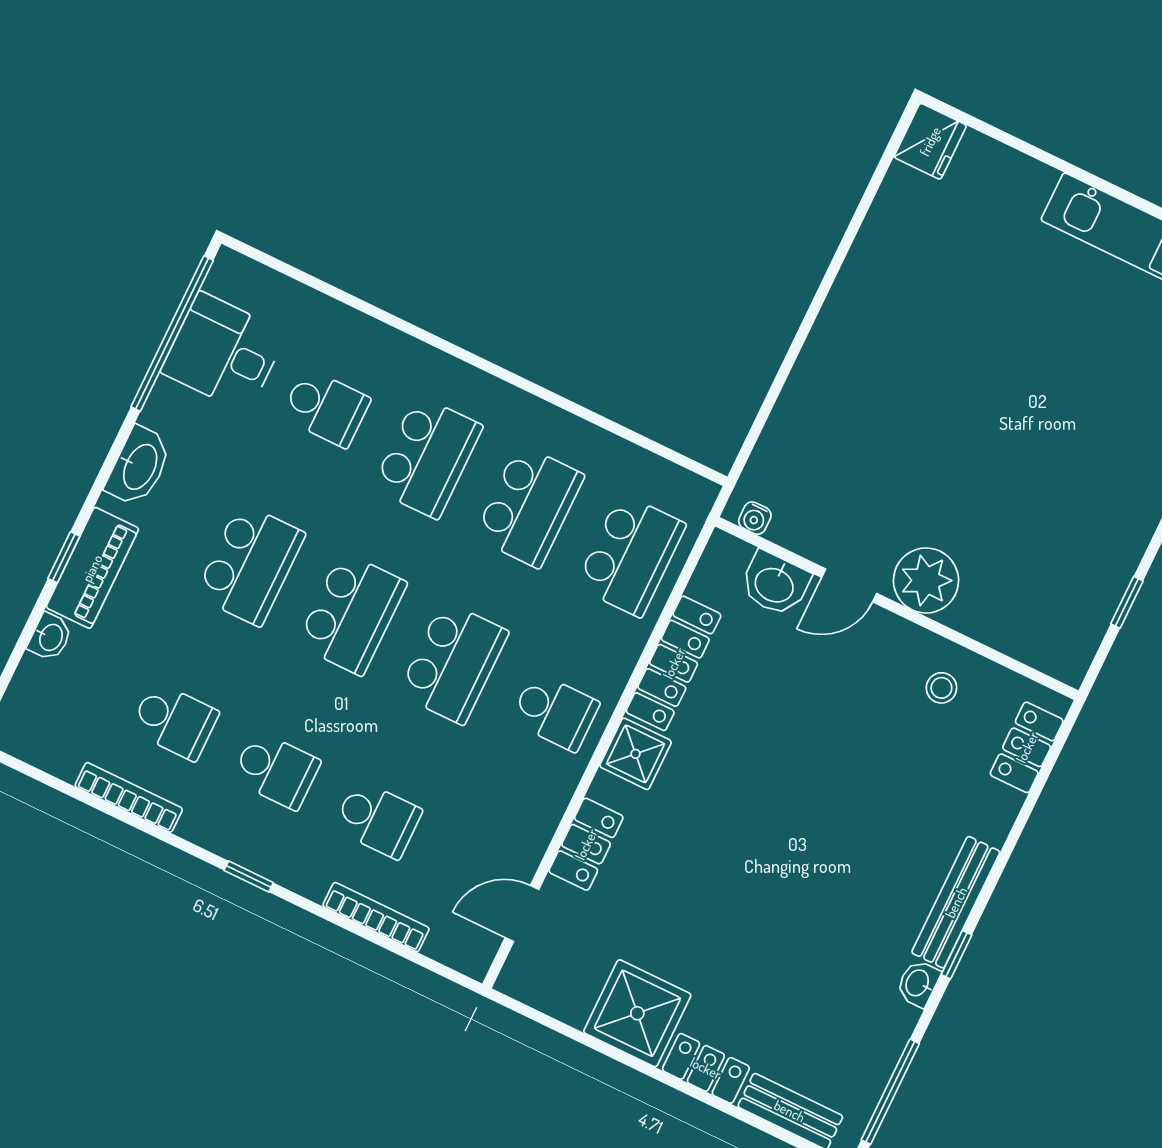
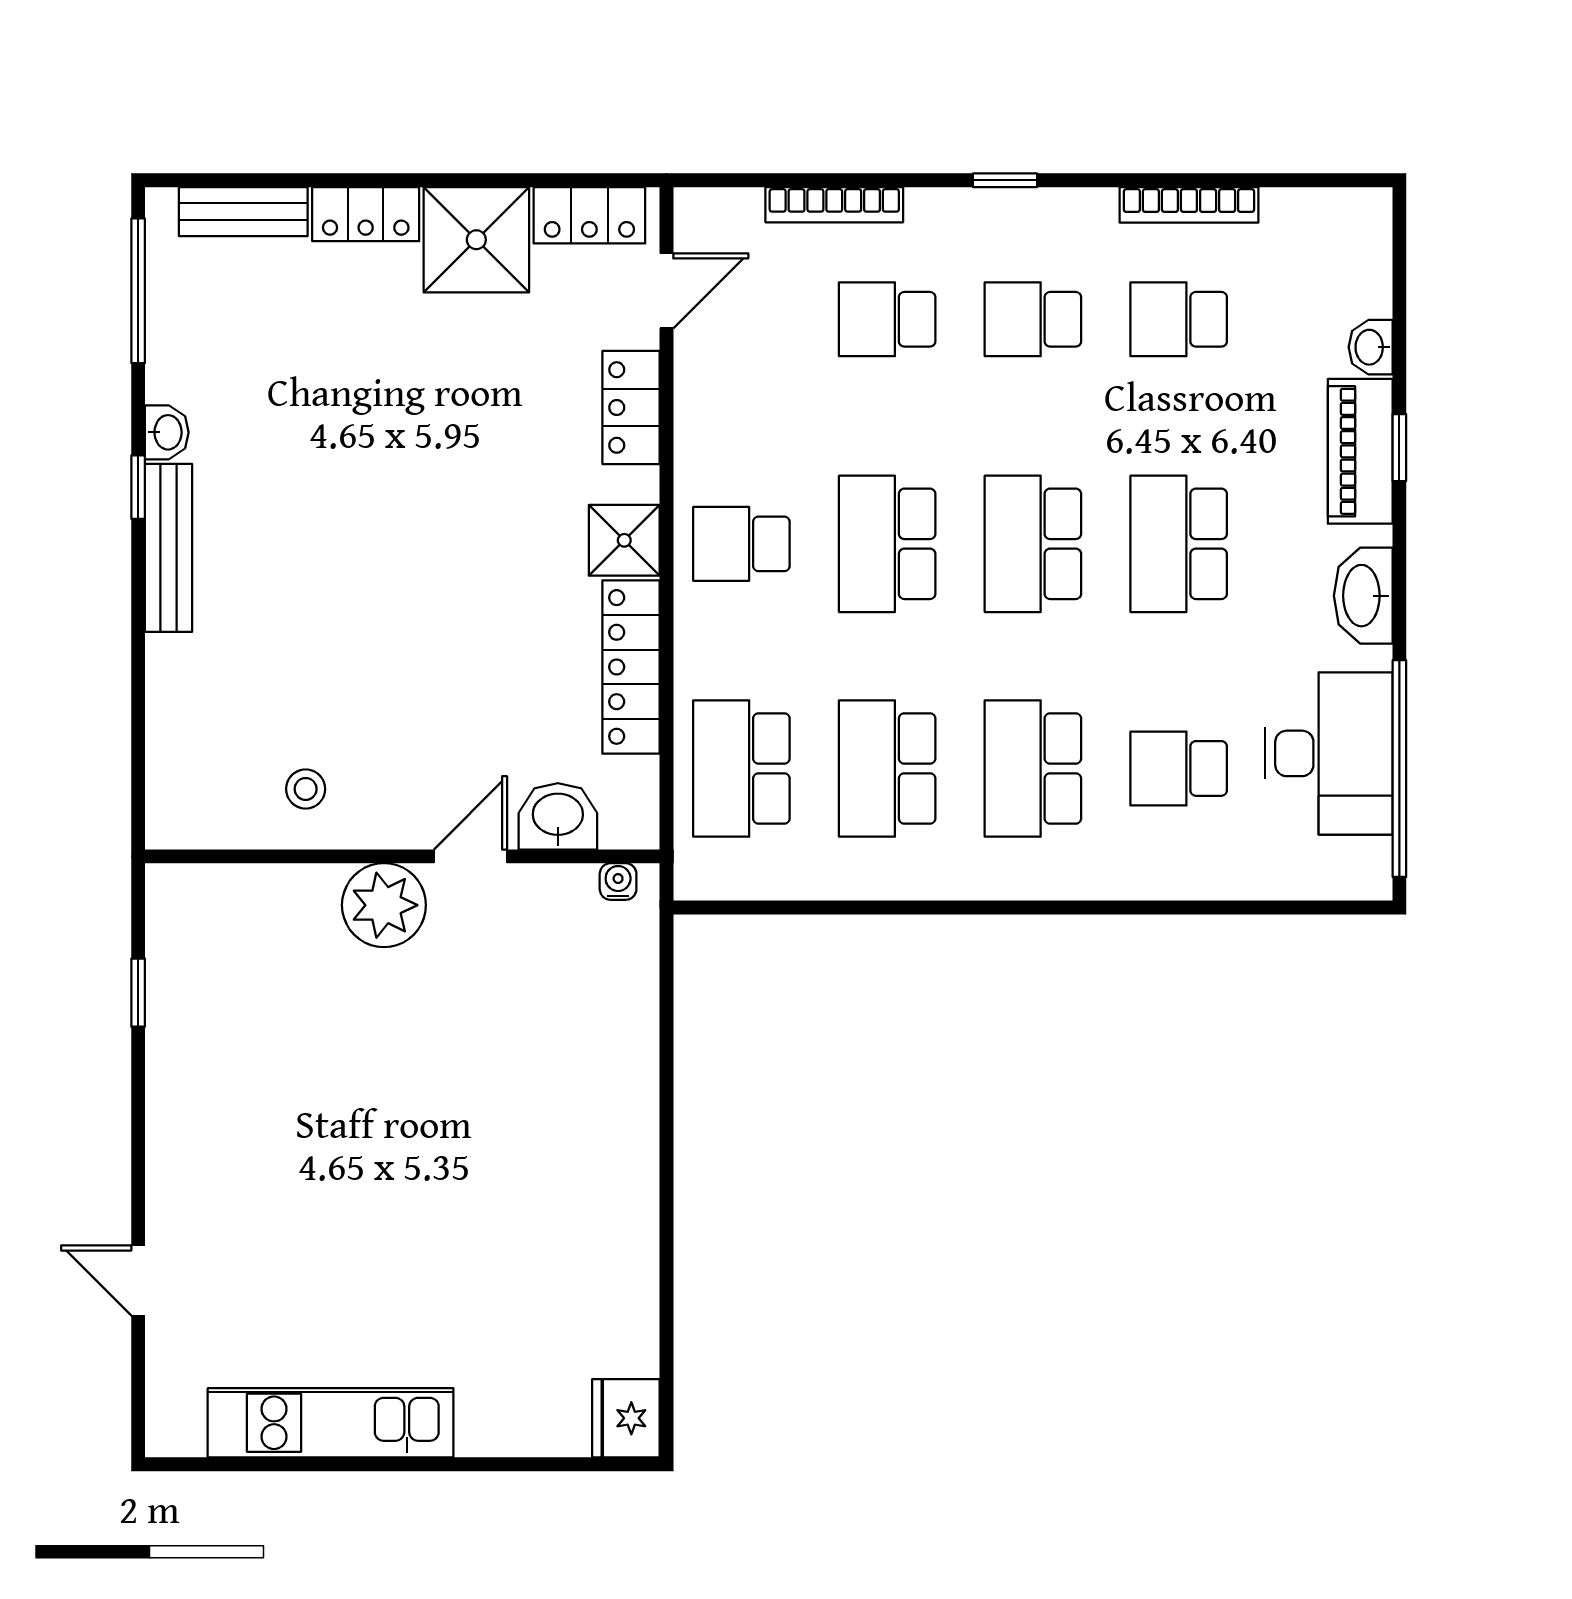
desk: (224, 352) -> (1329, 753), width x1.37
locker: (1027, 747) -> (589, 215), moved, turned 90

